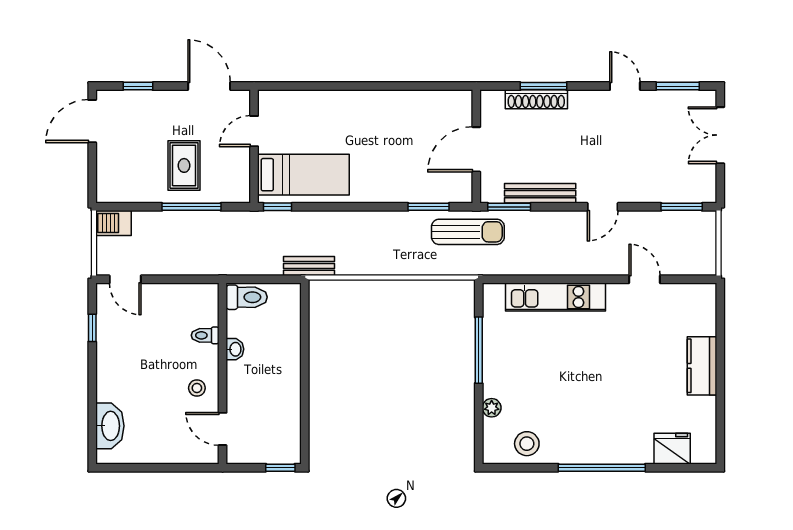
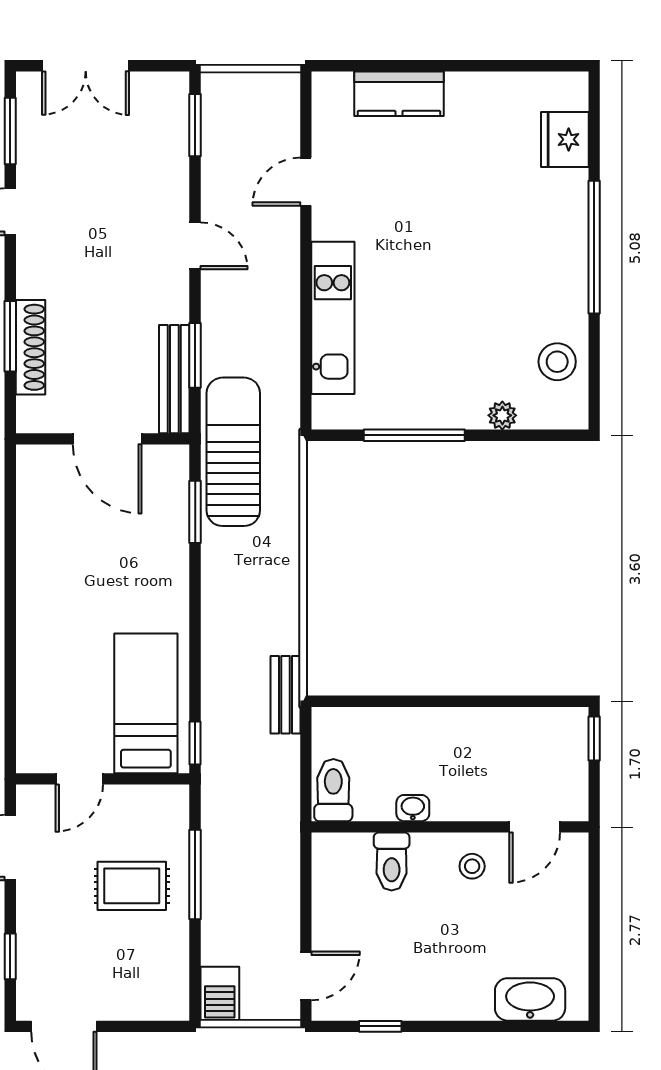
door: (254, 131) -> (79, 779), hinge flipped
bench: (540, 193) -> (174, 379), moved
window: (509, 207) -> (195, 355), moved
sun lounger: (468, 232) -> (233, 452), width x1.36, depth x1.34
toilet: (205, 335) -> (392, 862), width x1.37, depth x1.39
kitchen counter: (702, 366) -> (399, 94), moved

